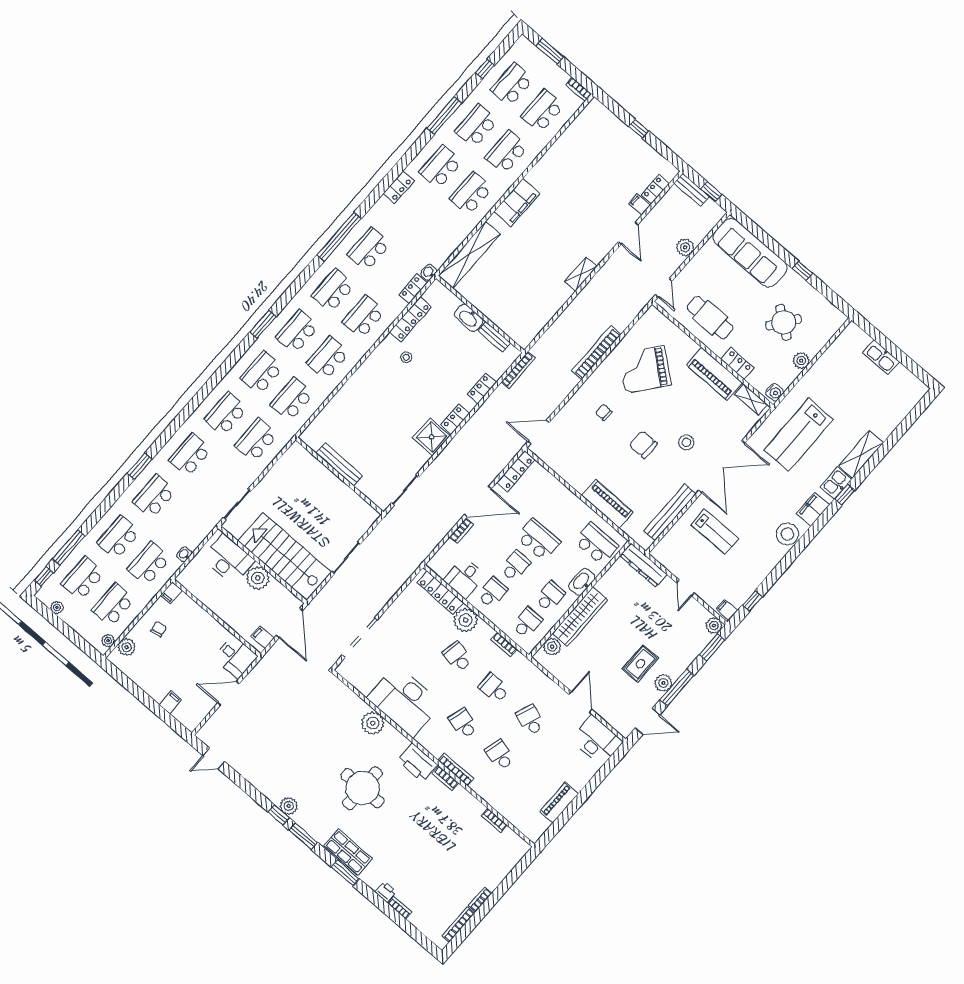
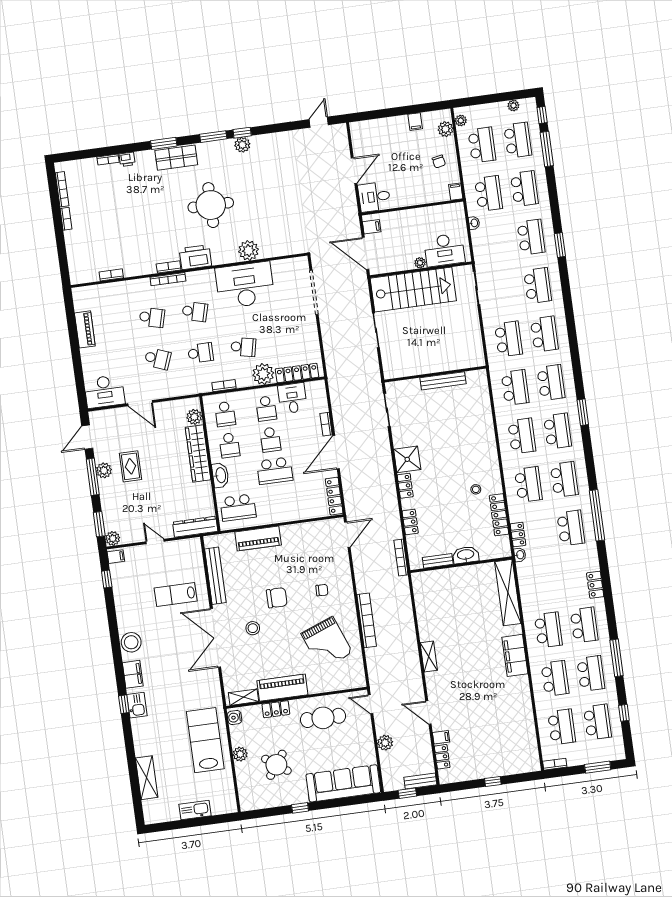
grand piano: (645, 369) -> (327, 643), turned 120
lab bench: (799, 435) -> (205, 740), moved
shelving: (861, 454) -> (147, 778), moved
plant: (258, 578) -> (420, 263), width x0.53, depth x0.53
filing cabinet: (170, 702) -> (415, 122), moved

